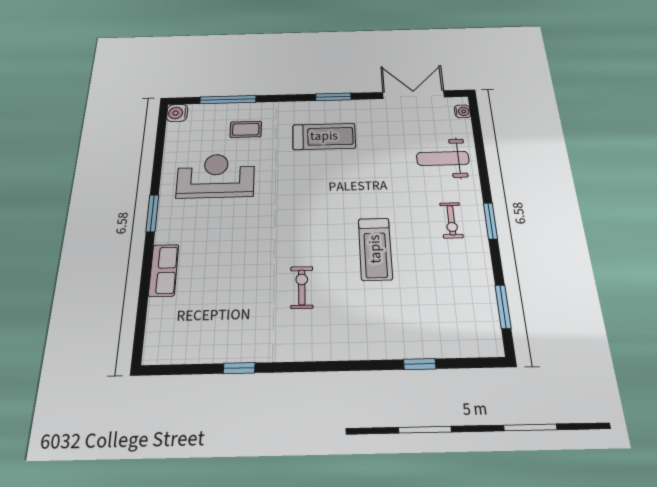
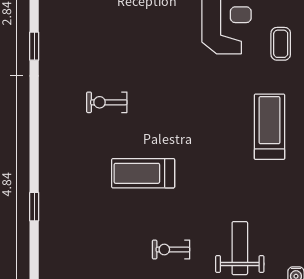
treadmill: (324, 136) -> (269, 127), turned 180
exercise bike: (302, 287) -> (107, 102), turned 180

